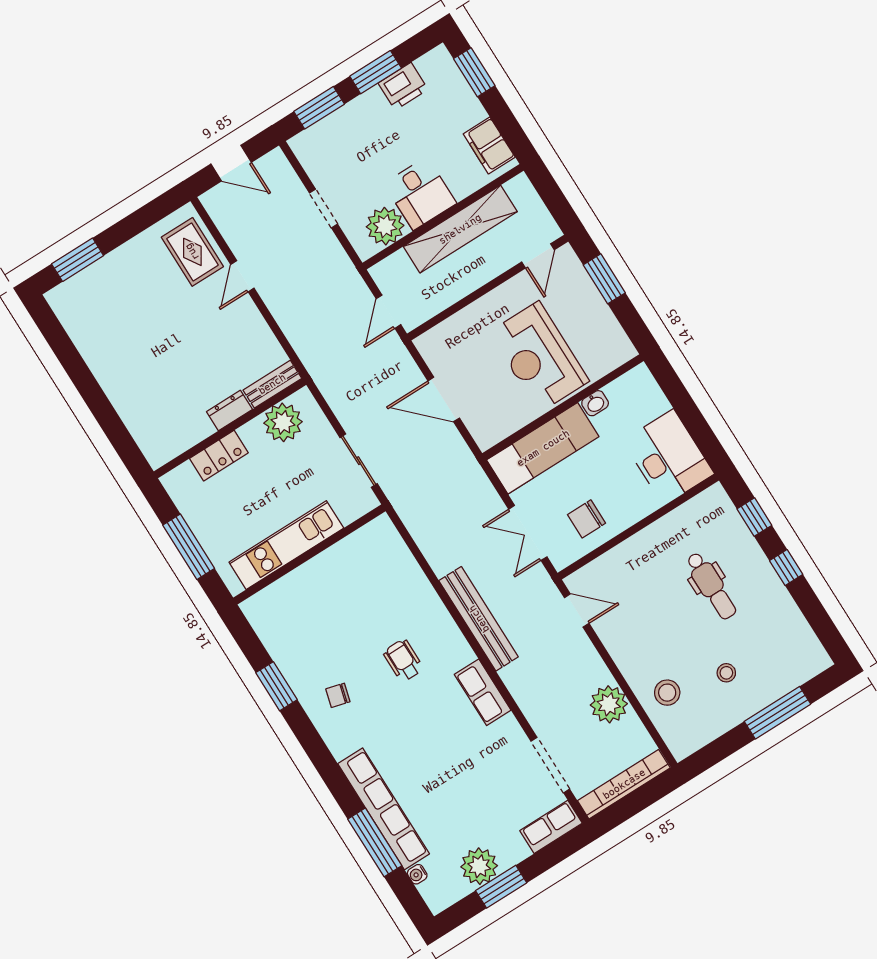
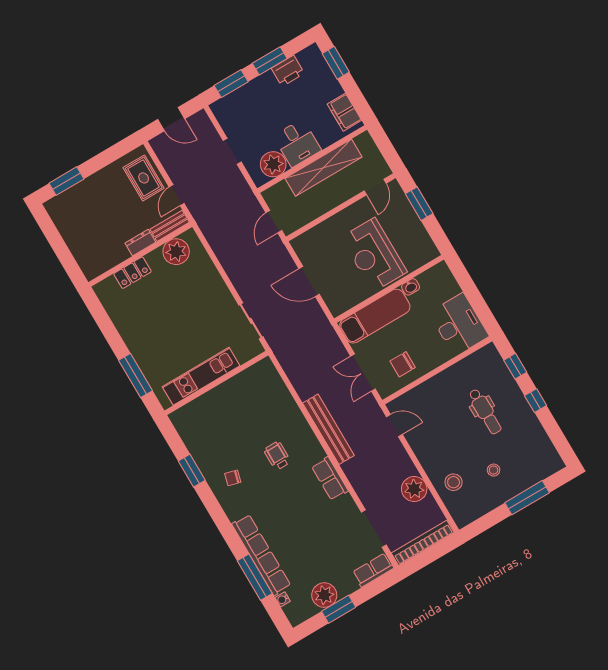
bench: (272, 384) -> (170, 226), moved
dresser: (229, 410) -> (140, 243), moved
plant: (283, 422) -> (176, 252), moved
wall: (230, 428) -> (140, 255), moved
locker: (219, 456) -> (132, 273), moved

